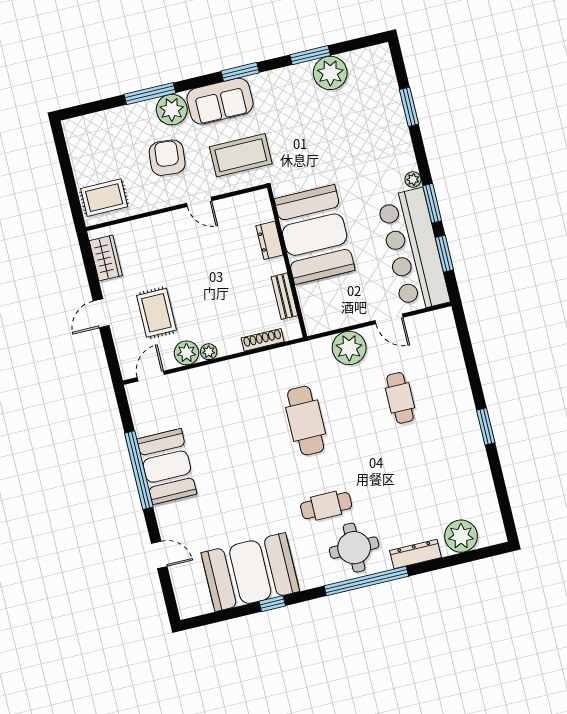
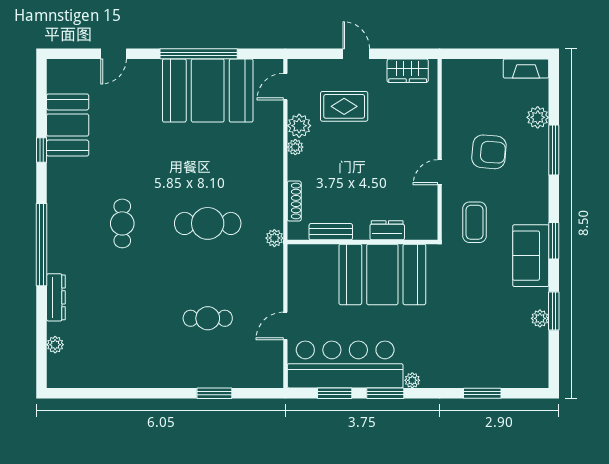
plant: (330, 73) -> (540, 318), width x0.53, depth x0.53
sofa: (220, 101) -> (531, 256), moved
plant: (172, 110) -> (538, 117), moved, width x0.73, depth x0.73
fireplace: (75, 141) -> (526, 69), added
coffee table: (241, 155) -> (474, 222), width x0.73, depth x0.76
rug: (104, 198) -> (465, 83), removed
plant: (349, 348) -> (274, 238), moved, width x0.53, depth x0.53
door: (151, 376) -> (285, 87), swing flipped
window: (486, 427) -> (214, 393), moved
booth: (167, 467) -> (208, 91), width x1.36, depth x1.42
plant: (461, 536) -> (55, 345), width x0.53, depth x0.53
round table: (354, 548) -> (76, 240), removed
booth: (250, 572) -> (68, 125), width x0.73, depth x0.70

